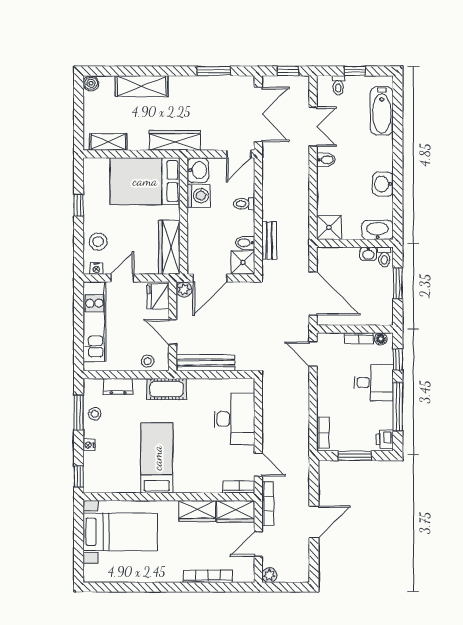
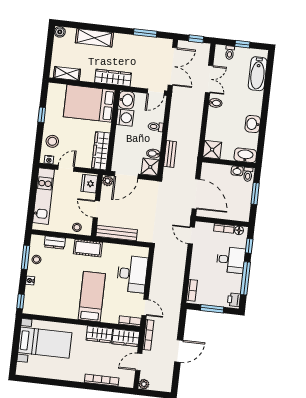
bed: (157, 458) -> (92, 297), moved

